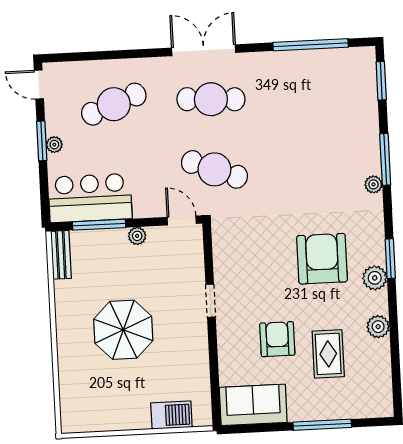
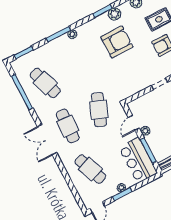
cafe table: (308, 94) -> (45, 83), added
door: (182, 220) -> (134, 123), moved
armchair: (322, 259) -> (117, 42), turned 180

